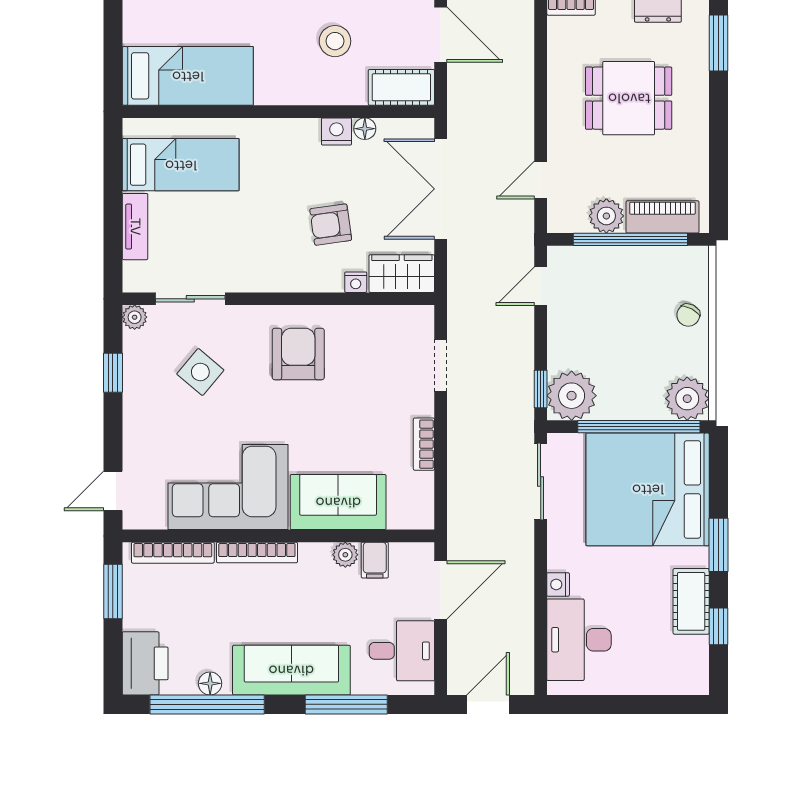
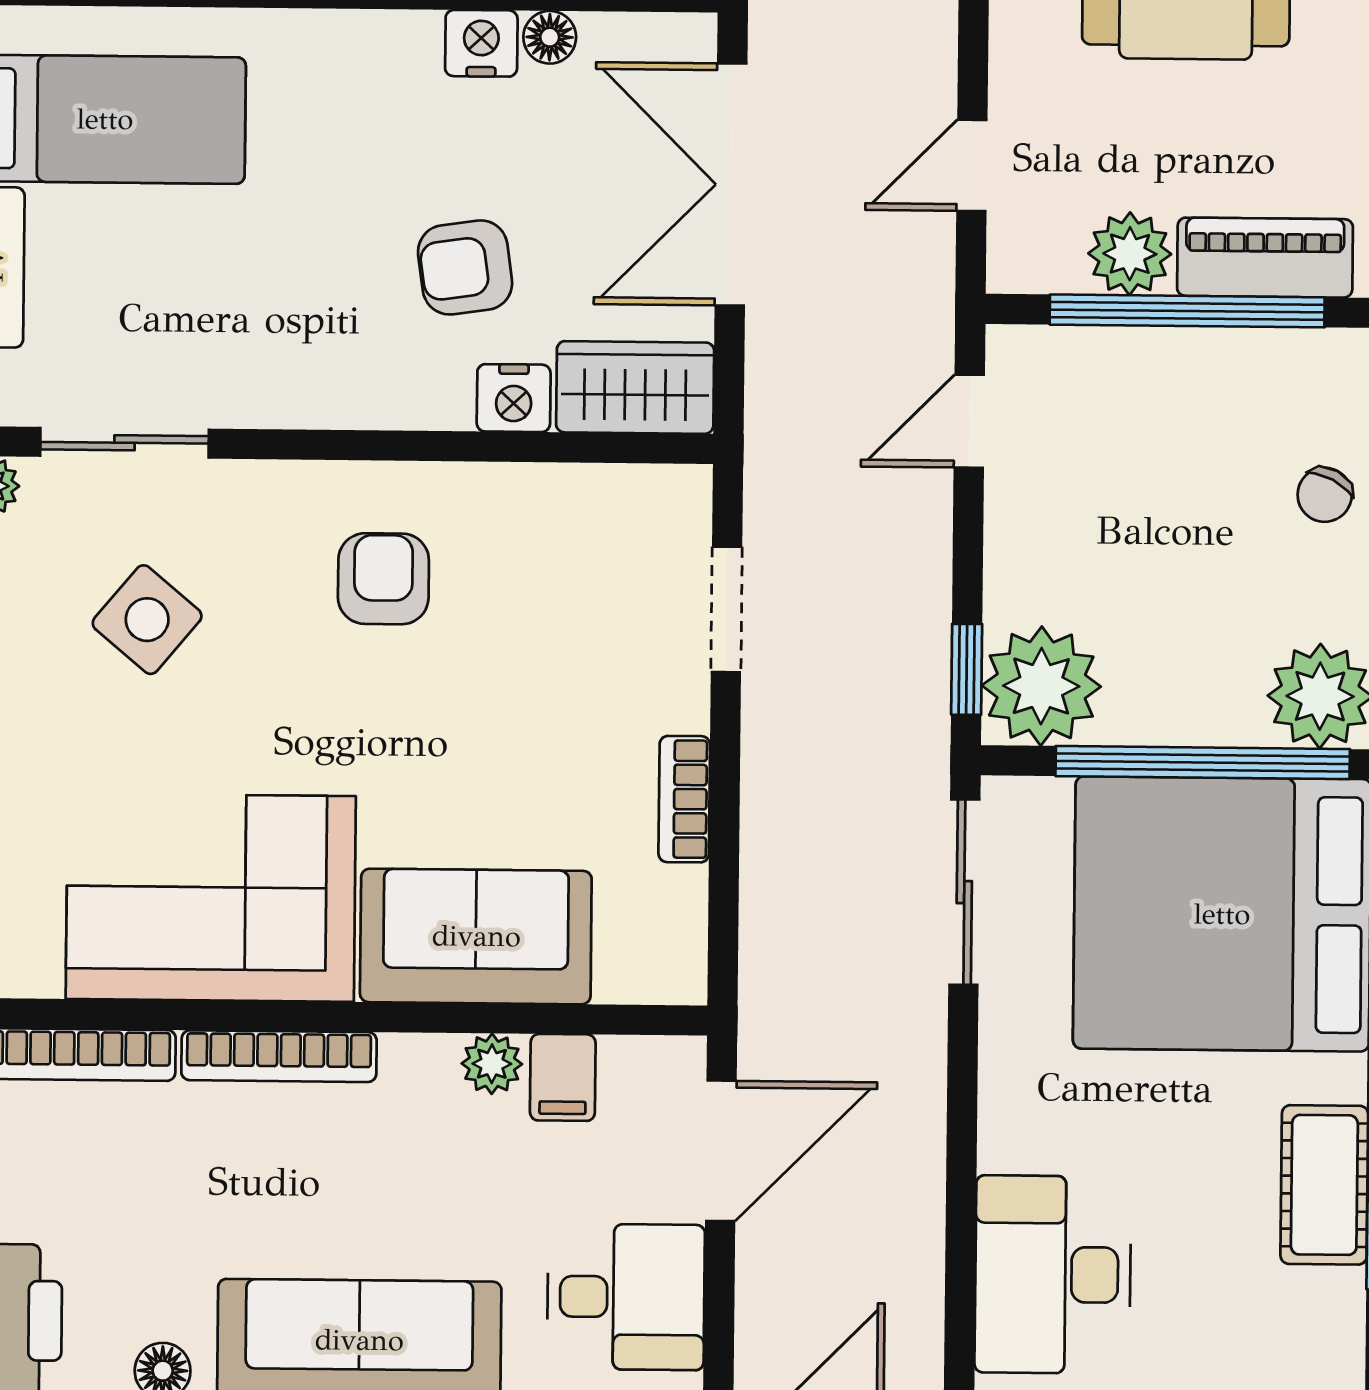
nightstand: (356, 282) -> (514, 398), width x1.39, depth x1.35
armchair: (298, 354) -> (383, 579), width x0.72, depth x0.72
nightstand: (558, 584) -> (1004, 1141), removed

